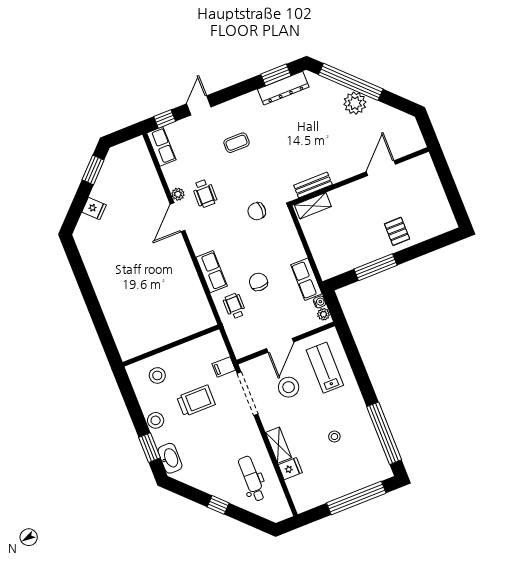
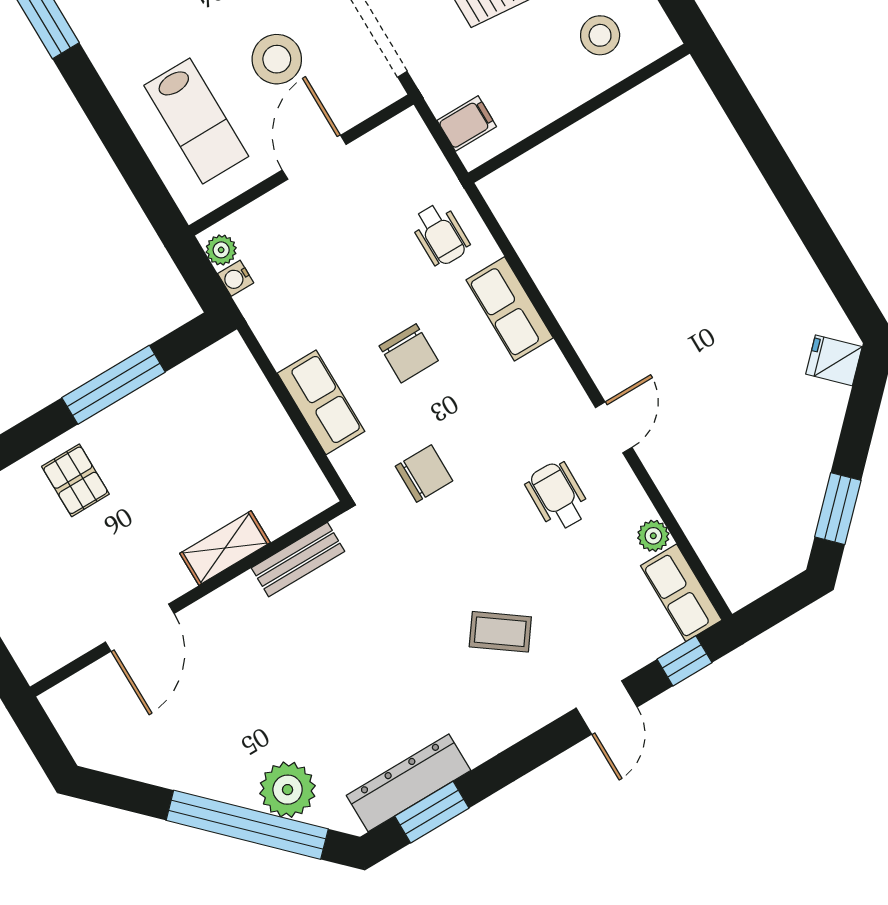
plant: (355, 103) -> (288, 790), moved
coffee table: (237, 143) -> (500, 632), turned 36
plant: (178, 194) -> (653, 536), moved
shelving: (313, 206) -> (225, 548), moved
fridge: (94, 208) -> (834, 360), moved
door: (178, 217) -> (614, 427), width x0.73
row of seats: (306, 279) -> (321, 402), moved
chair: (258, 282) -> (409, 353), moved
filing cabinet: (224, 367) -> (467, 123), moved

